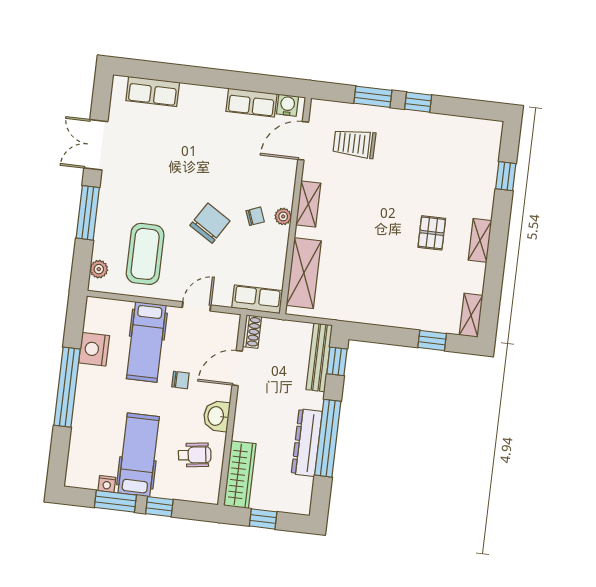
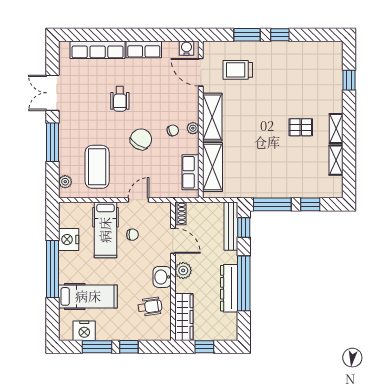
row of seats: (153, 91) -> (98, 50), width x1.48
row of seats: (251, 103) -> (144, 49), moved
door: (303, 141) -> (201, 72), hinge flipped
wheelchair: (188, 164) -> (120, 99), added
shelving: (308, 204) -> (212, 117), width x1.50, depth x1.33
pallet: (432, 233) -> (301, 127), turned 90
row of seats: (257, 299) -> (191, 172), moved, turned -90
shelving: (471, 315) -> (336, 160), moved
window: (380, 334) -> (272, 204), added
door: (237, 368) -> (173, 241), swing flipped
chair: (180, 380) -> (132, 235), moved
plant: (246, 411) -> (183, 270), added
hospital bed: (139, 455) -> (88, 296), moved, turned 90
nightstand: (107, 484) -> (84, 331), width x1.89, depth x1.79

